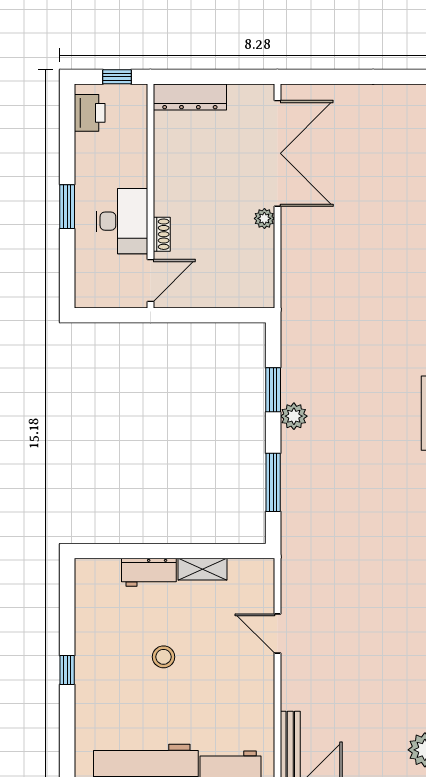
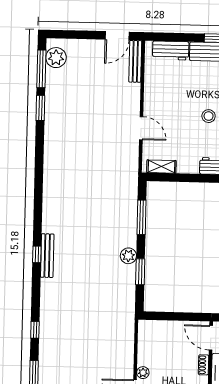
door: (150, 281) -> (211, 338), hinge flipped
shelving: (203, 569) -> (161, 167), moved

